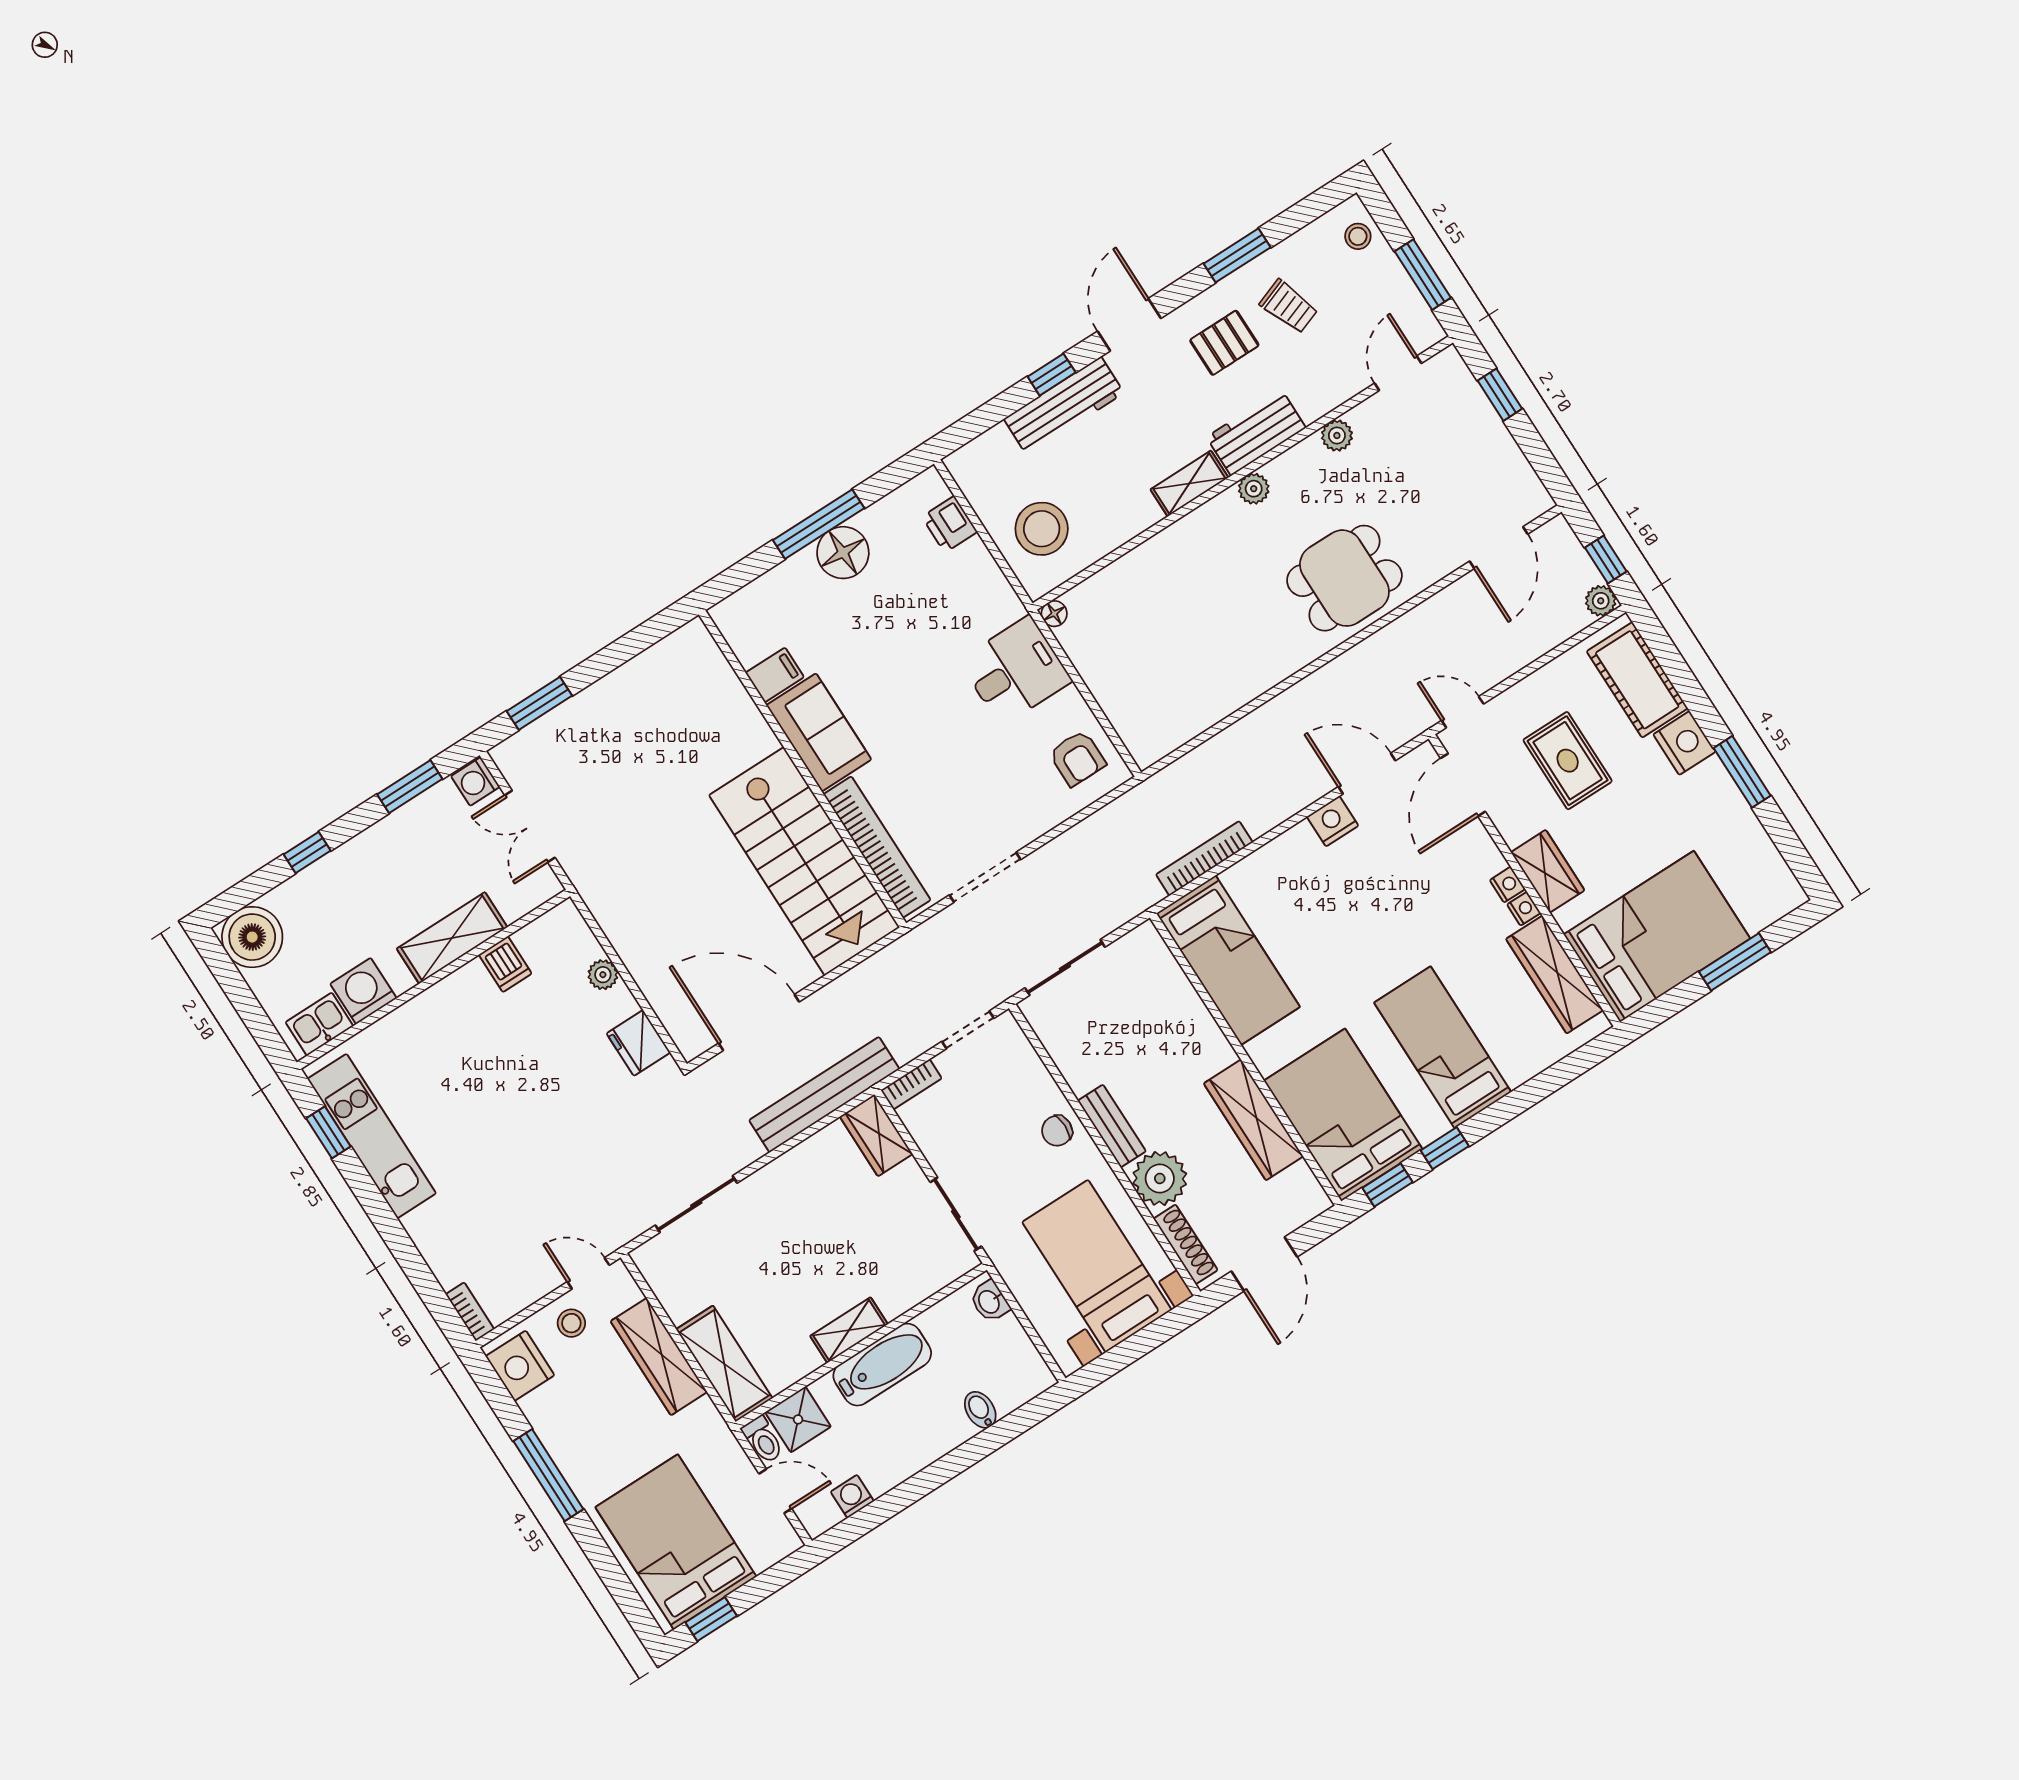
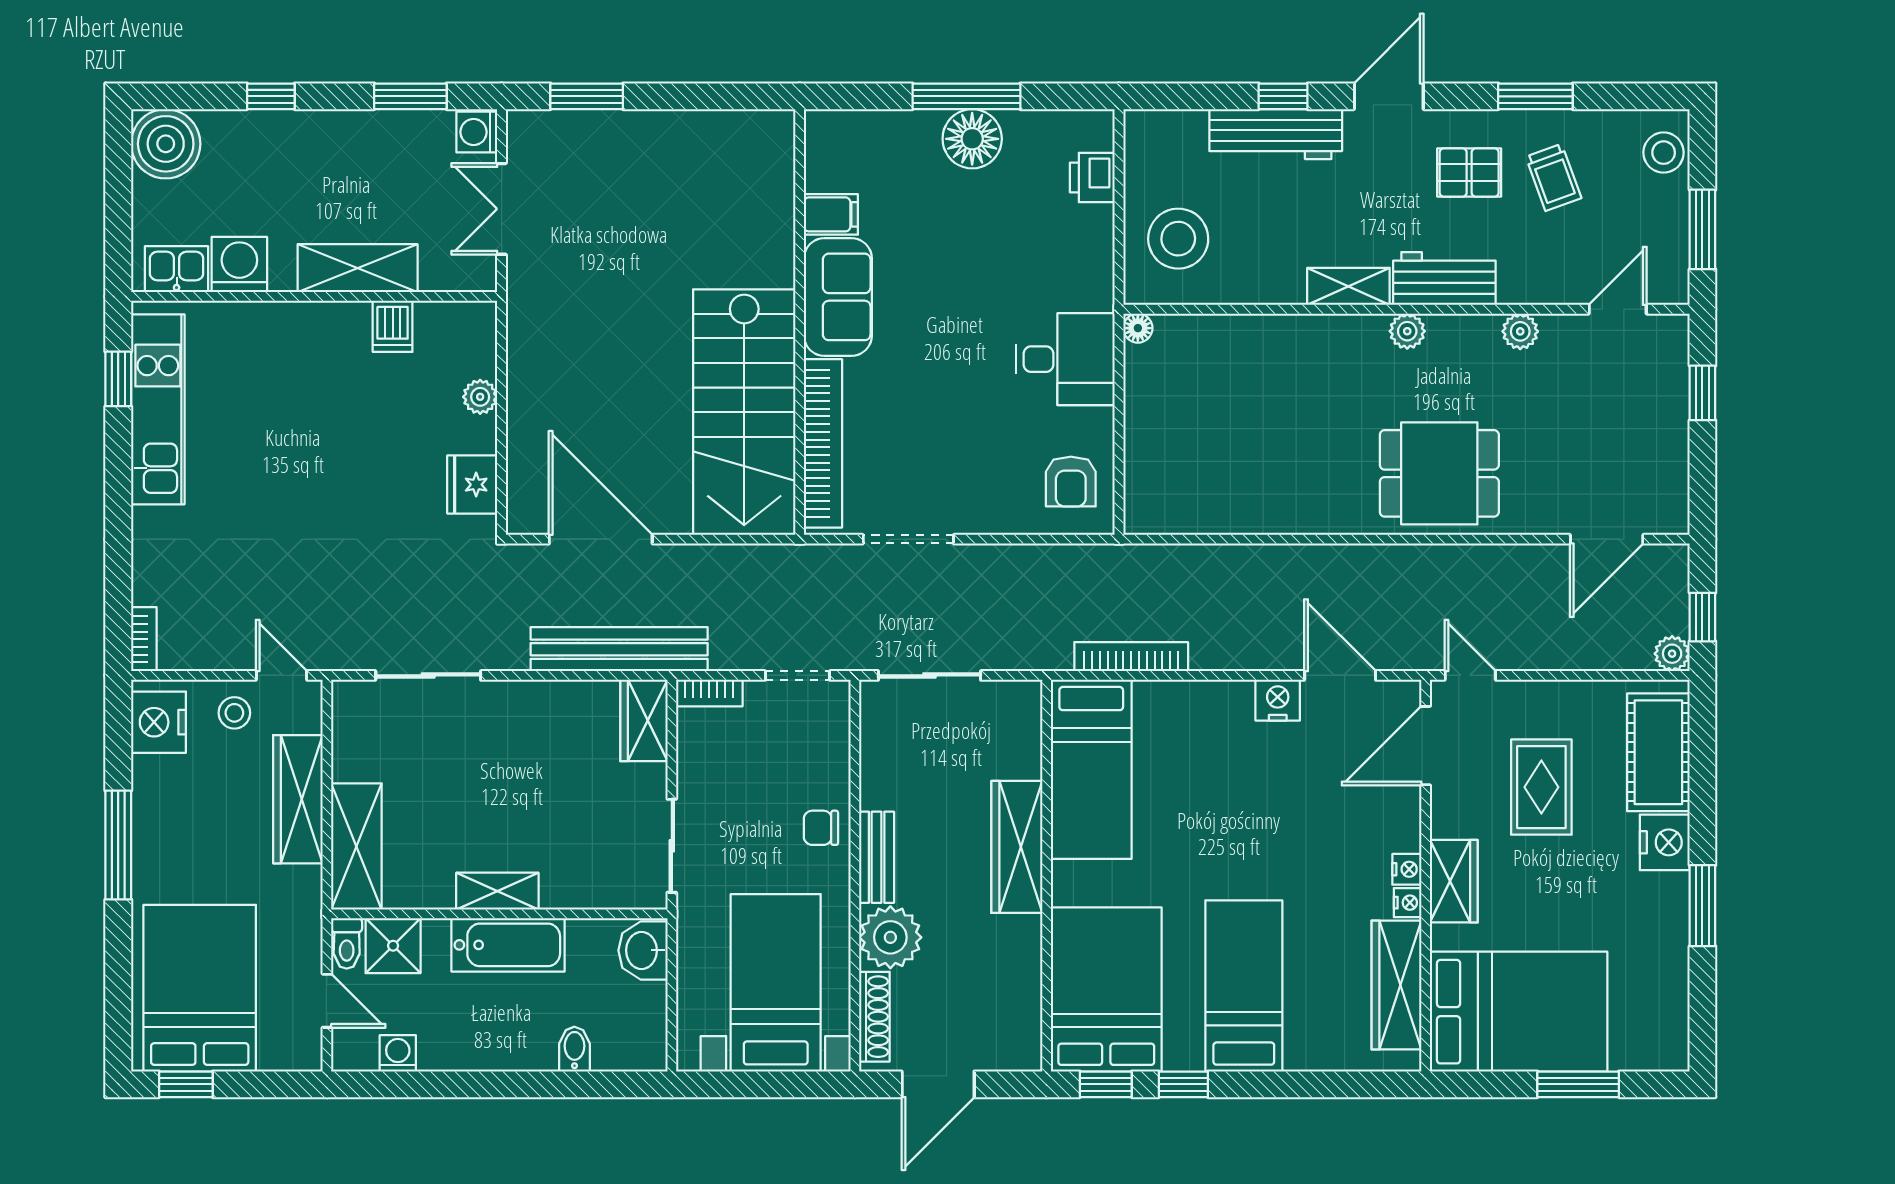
stool: (1358, 236) -> (1664, 153), width x1.37, depth x1.37
wardrobe: (1253, 1120) -> (1017, 847), moved
washbasin: (990, 1301) -> (643, 950), width x1.38, depth x1.45

